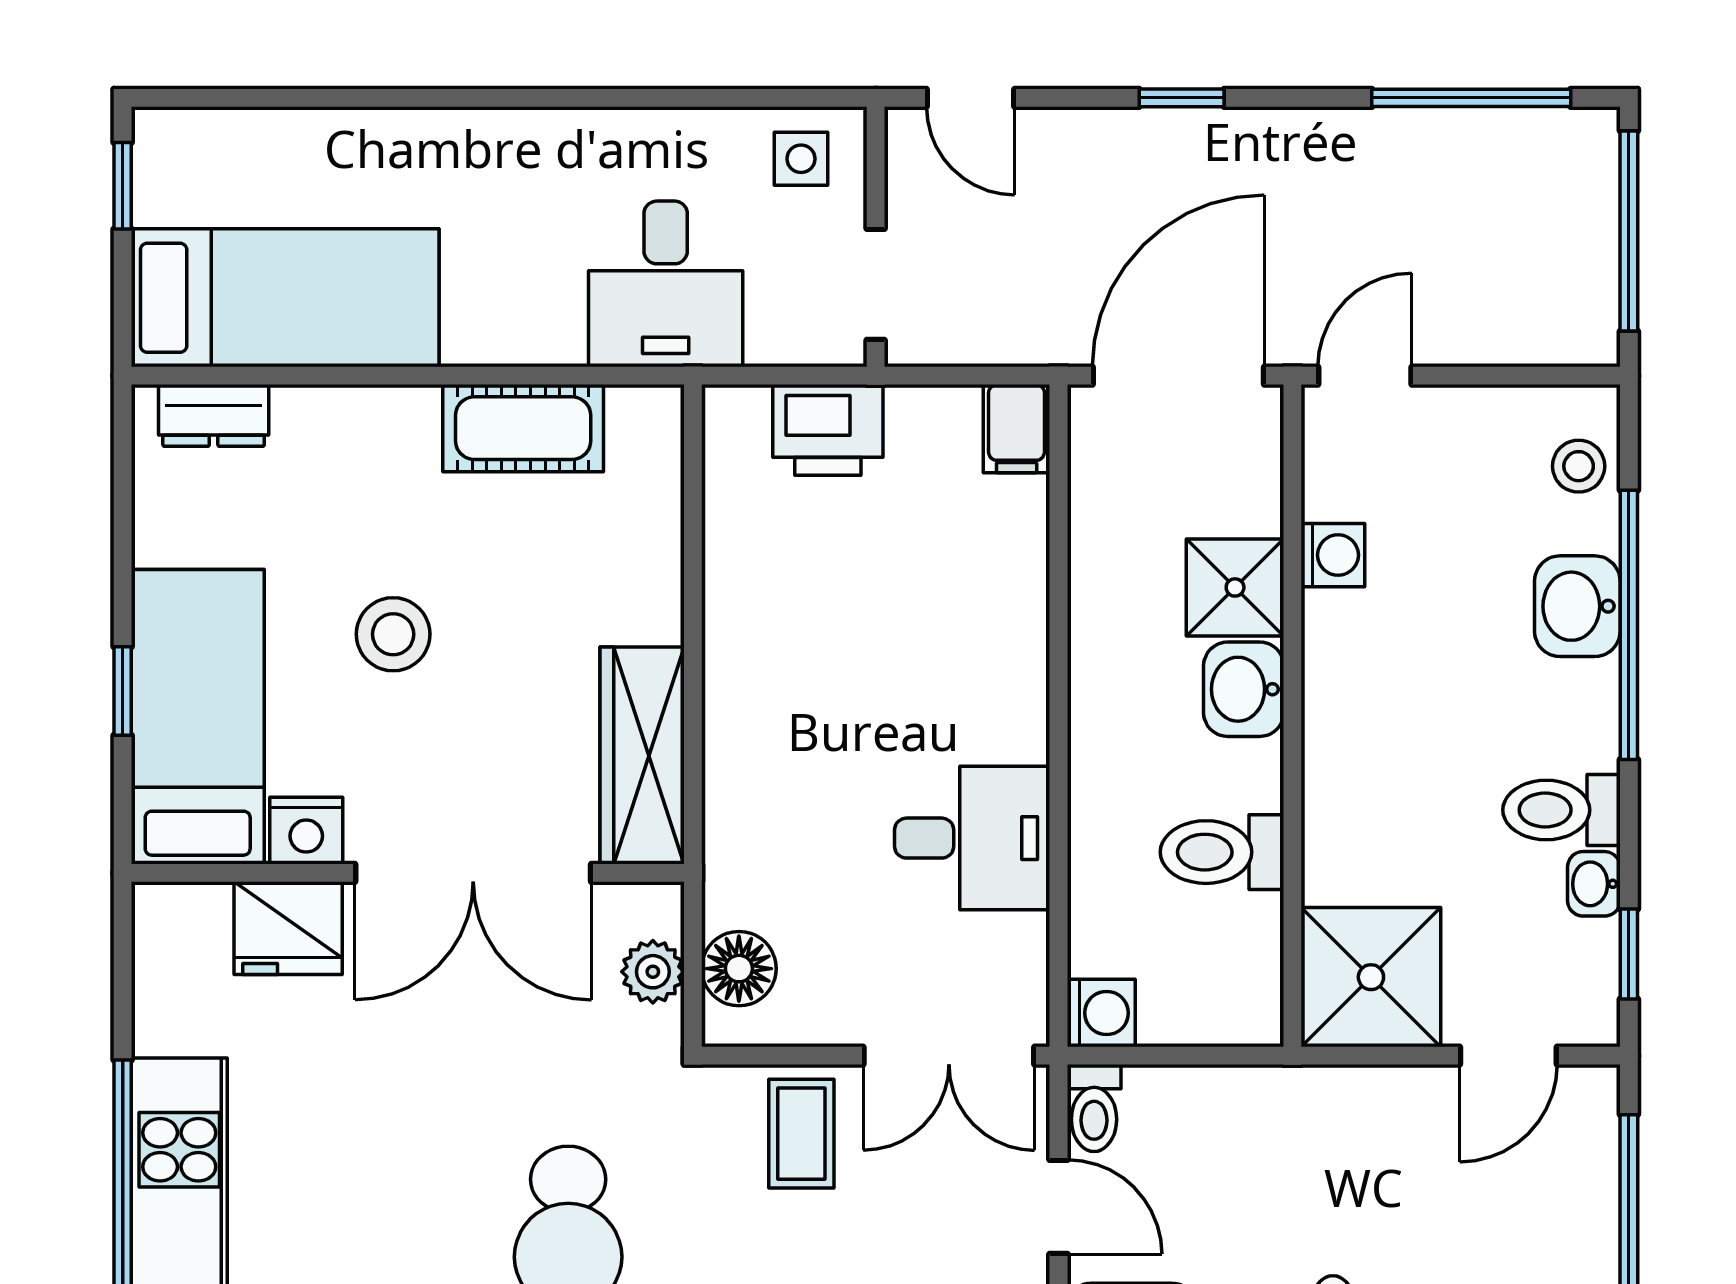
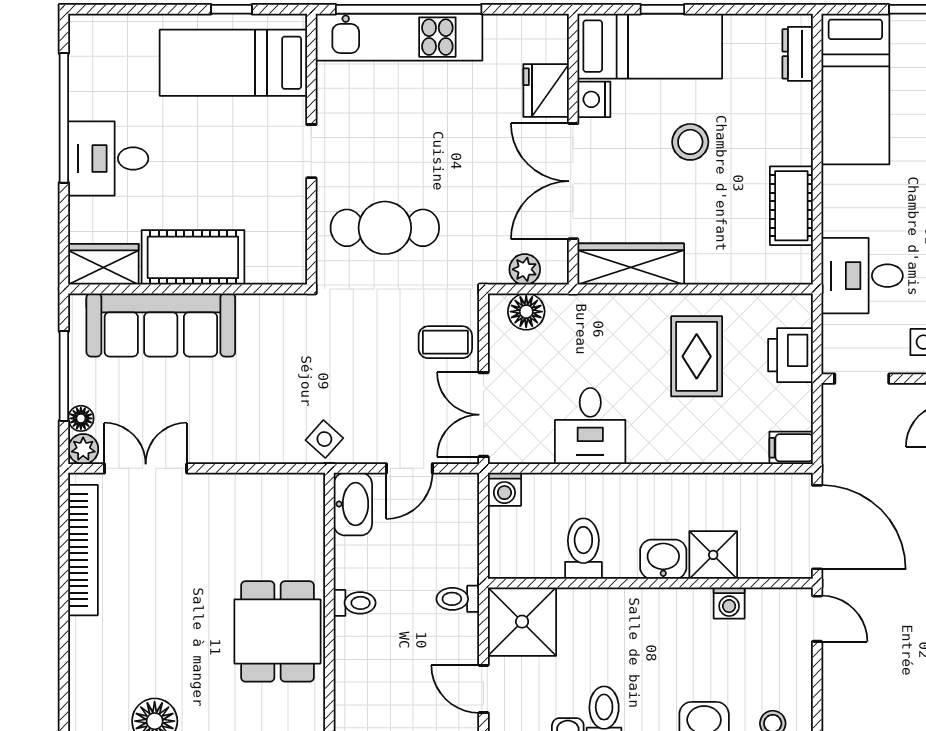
rug: (830, 621) -> (697, 356), added
toilet: (1094, 1108) -> (458, 599), moved

